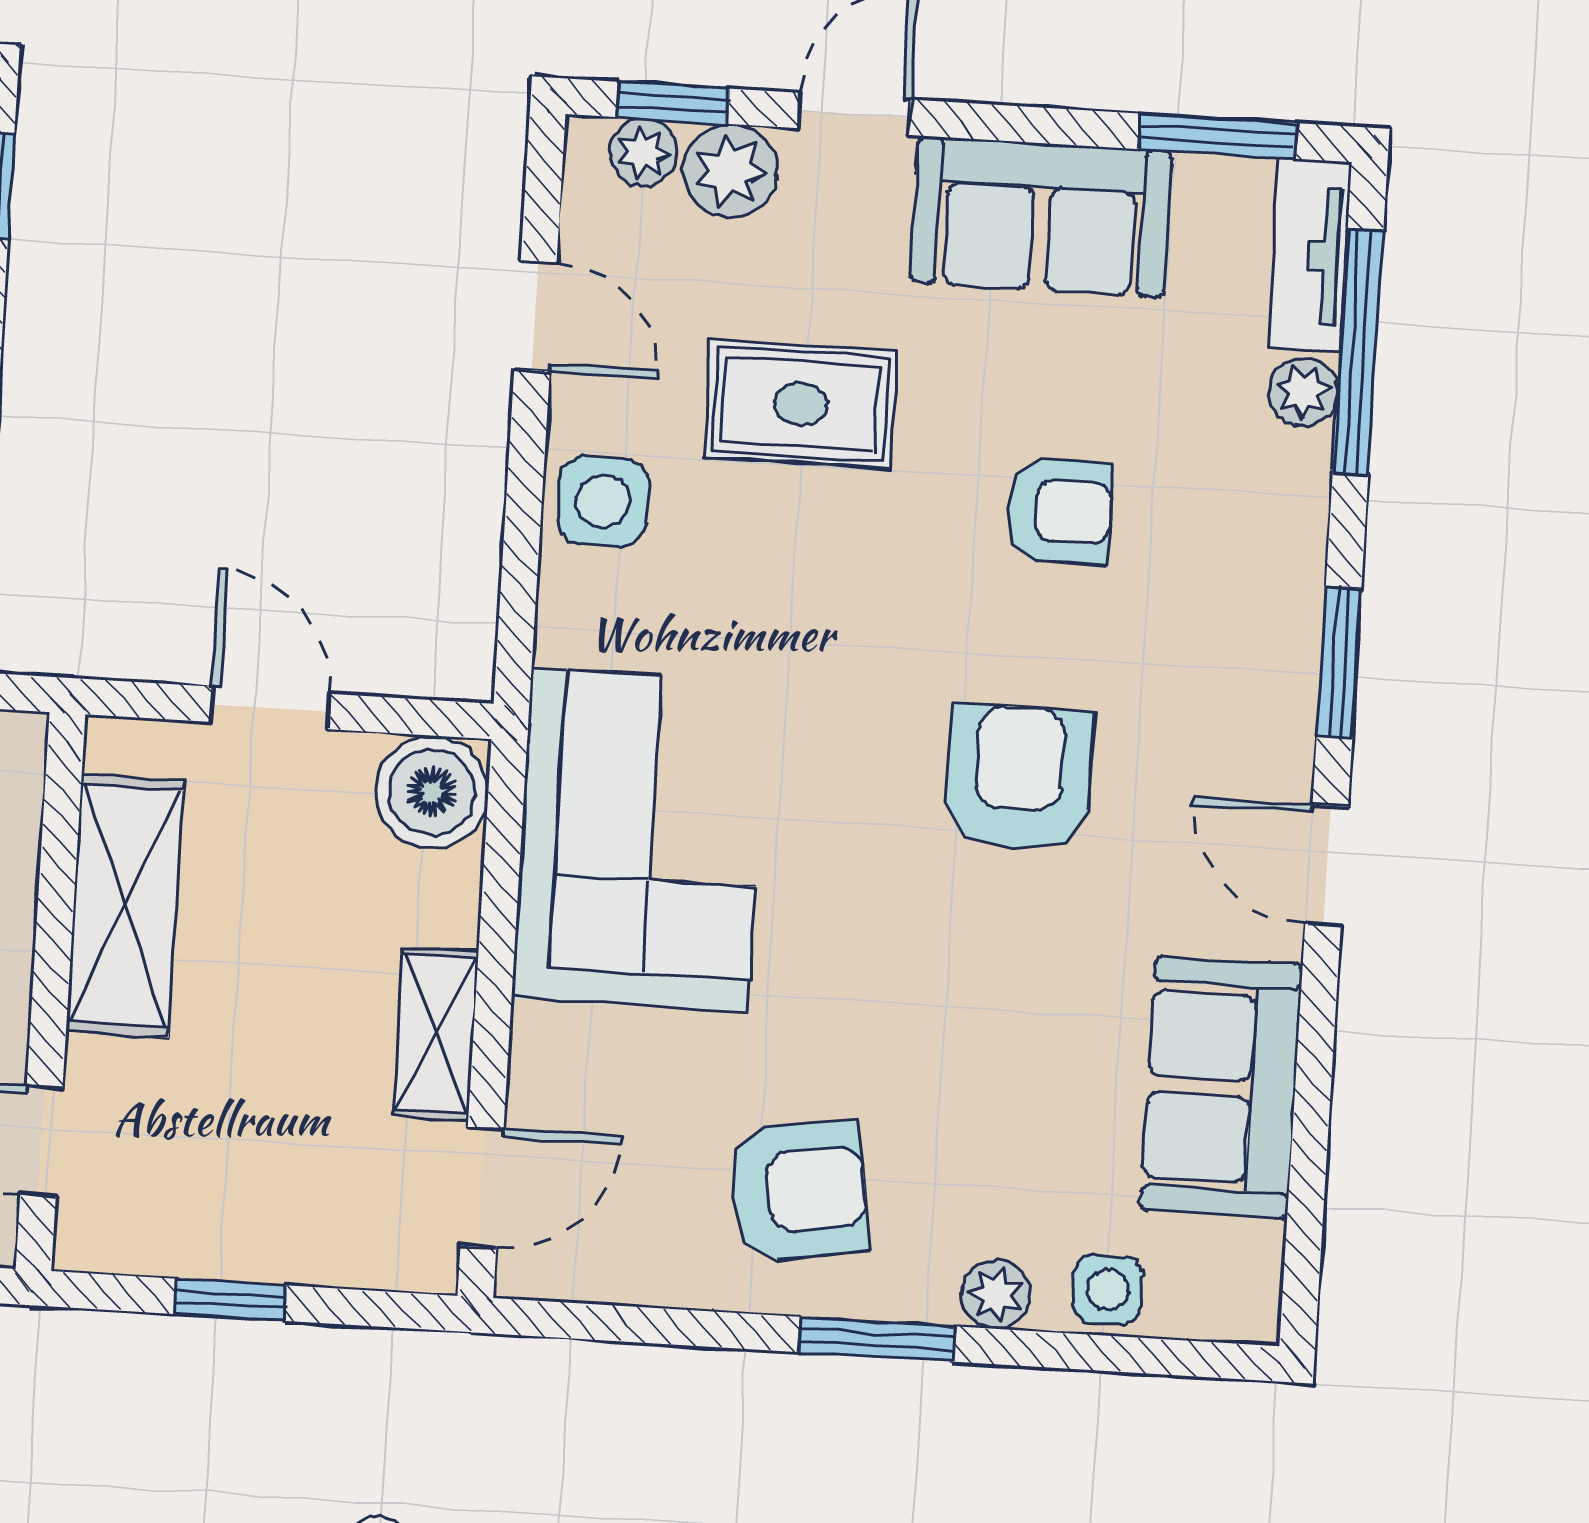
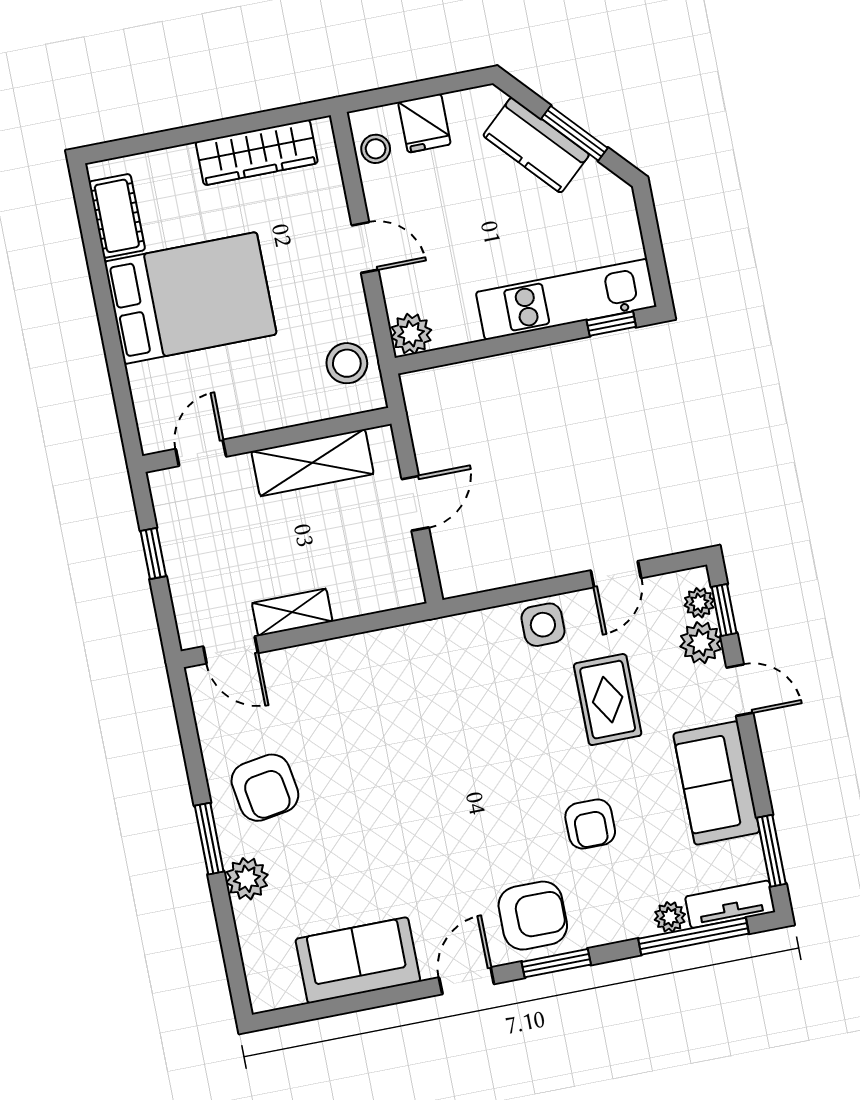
armchair: (1019, 778) -> (533, 916), moved
boiler: (432, 792) -> (397, 583), removed
corner sofa: (640, 840) -> (400, 679), removed
side table: (1108, 1290) -> (257, 934), removed
plant: (996, 1294) -> (247, 879), width x1.38, depth x1.38

